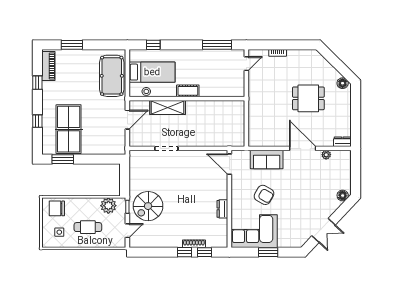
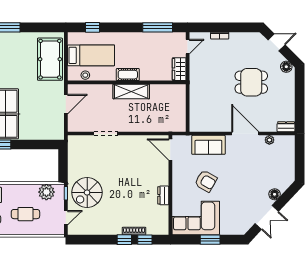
door: (333, 59) -> (277, 42), added
wardrobe: (238, 86) -> (179, 69), added
shelving: (168, 107) -> (131, 92), moved
floor lamp: (343, 196) -> (275, 194), moved

